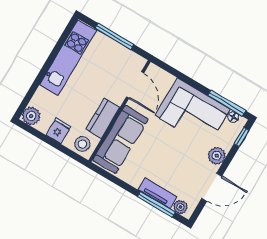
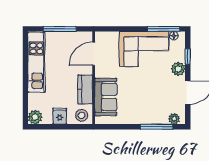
door: (135, 85) -> (94, 54), swing flipped
window: (242, 137) -> (188, 57), moved
sofa: (121, 140) -> (106, 97), width x0.73
tv unit: (158, 193) -> (153, 119), removed

